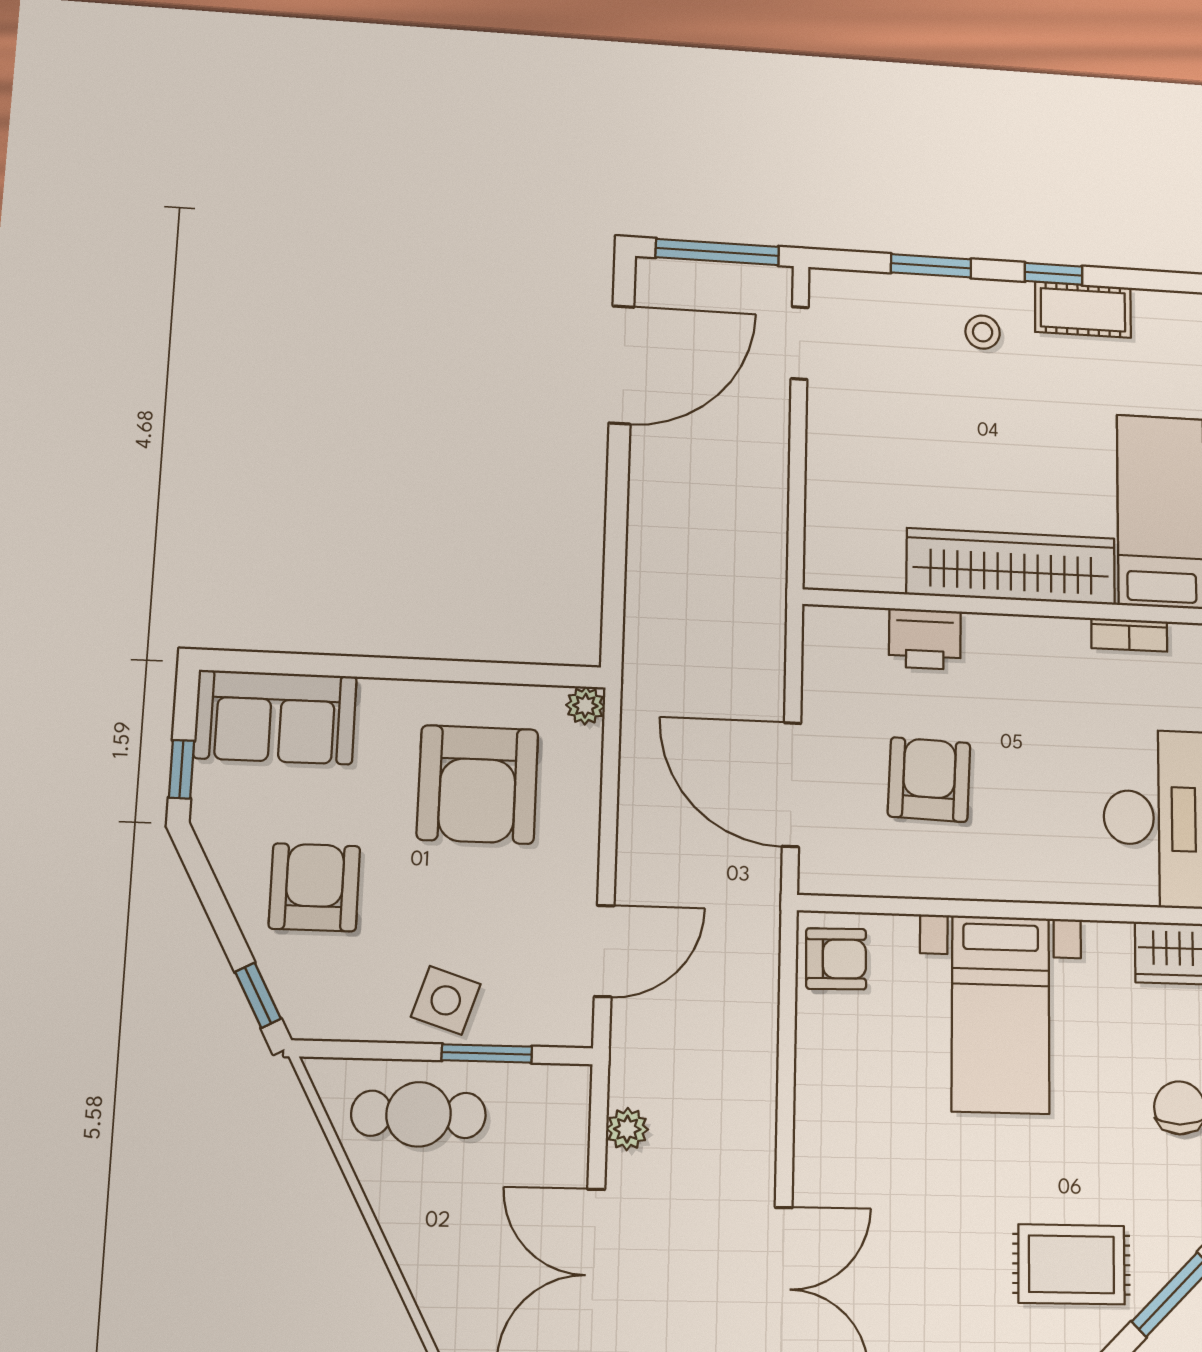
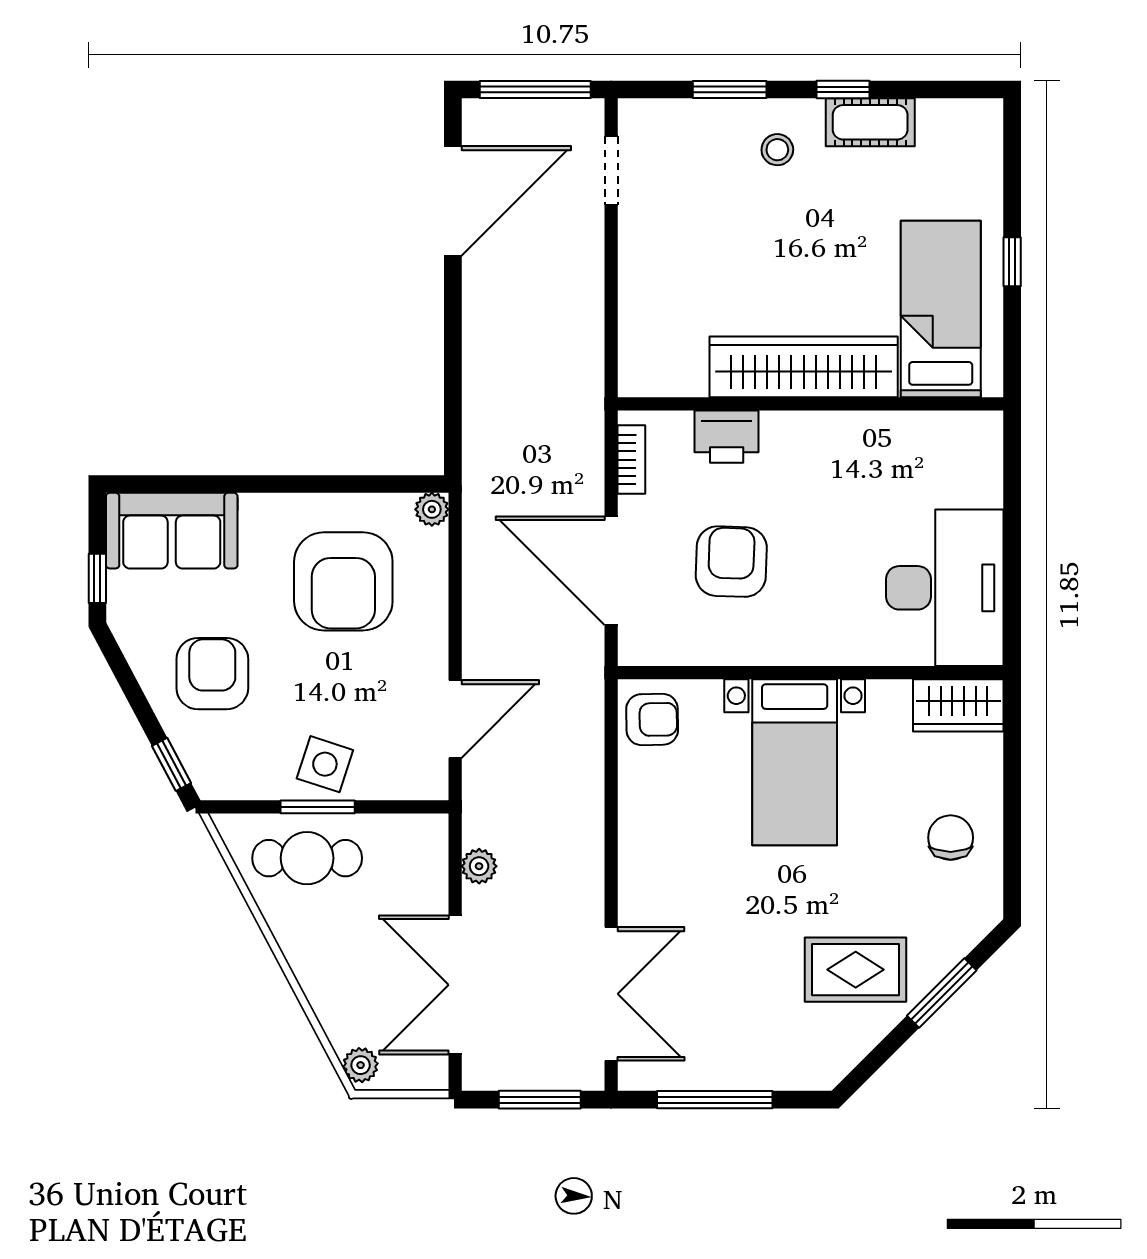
bookcase: (1129, 635) -> (631, 460), moved, turned -90
window: (487, 1053) -> (318, 807), moved

